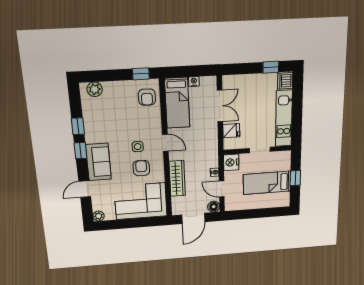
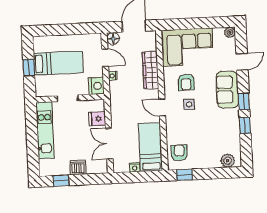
dishwasher: (285, 81) -> (78, 167), moved, turned -90

